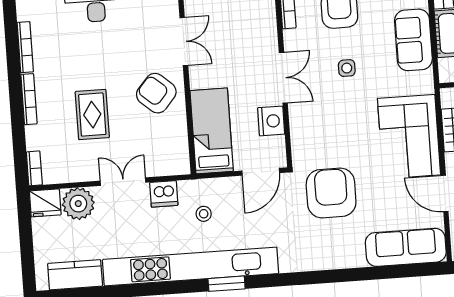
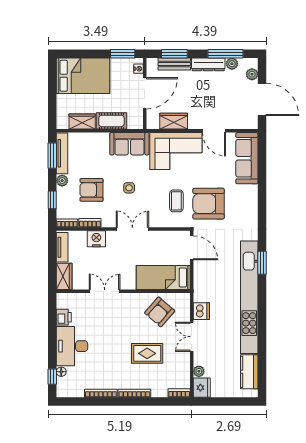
sofa: (413, 40) -> (129, 144), moved
armchair: (156, 93) -> (160, 312), moved
nightstand: (271, 121) -> (96, 239), moved
coffee table: (332, 143) -> (176, 201), added
door: (445, 193) -> (214, 131), hinge flipped
plant: (78, 204) -> (199, 371), width x0.53, depth x0.53
stool: (204, 214) -> (216, 286), removed
window: (227, 284) -> (262, 263), moved

